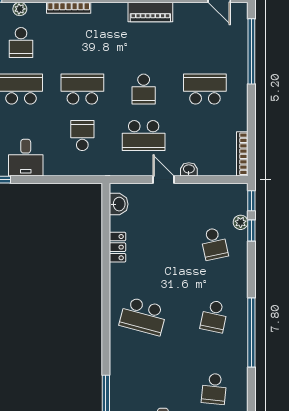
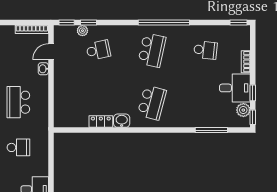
school desk: (82, 136) -> (18, 147), turned 180
school desk: (144, 136) -> (18, 102), turned 180
door: (163, 180) -> (51, 52), moved
washbasin: (119, 204) -> (122, 121), moved
school desk: (214, 316) -> (152, 50), width x1.85

